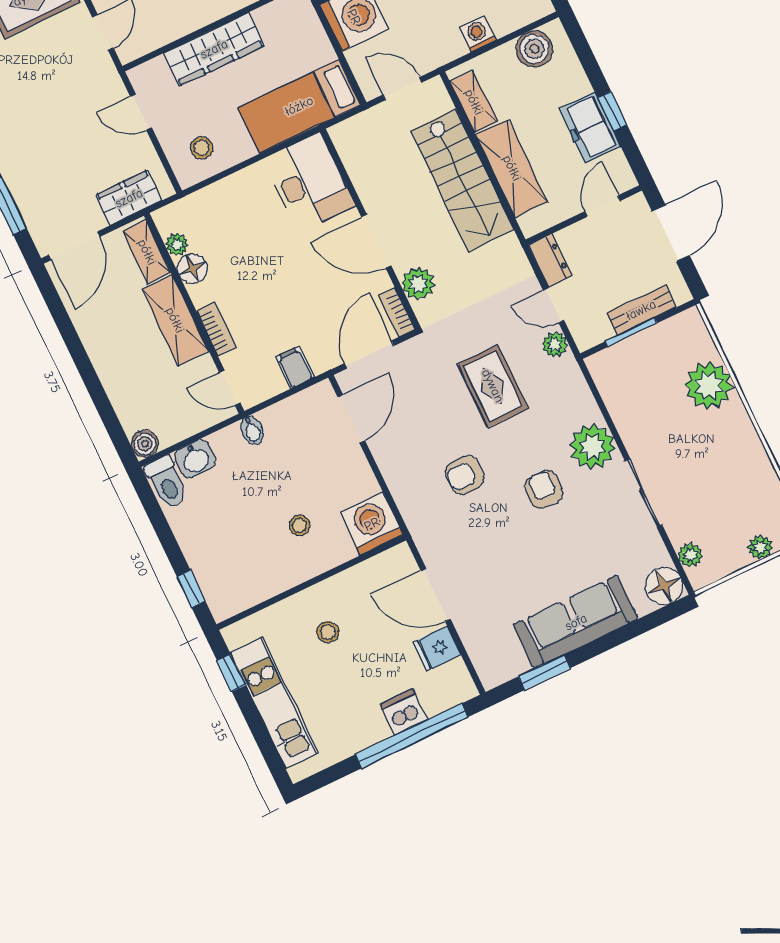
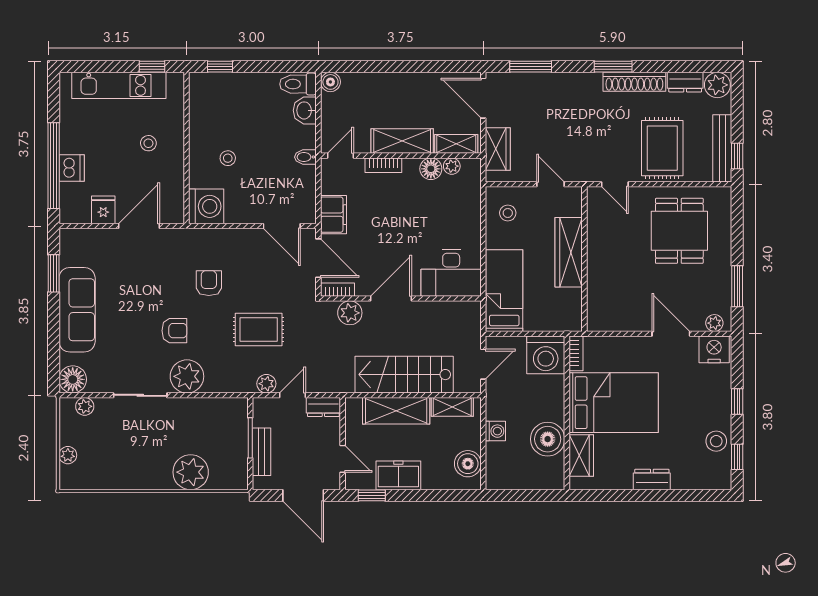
window: (612, 111) -> (372, 495), moved
door: (141, 112) -> (550, 184), hinge flipped
filing cabinet: (295, 367) -> (334, 215), width x2.00

